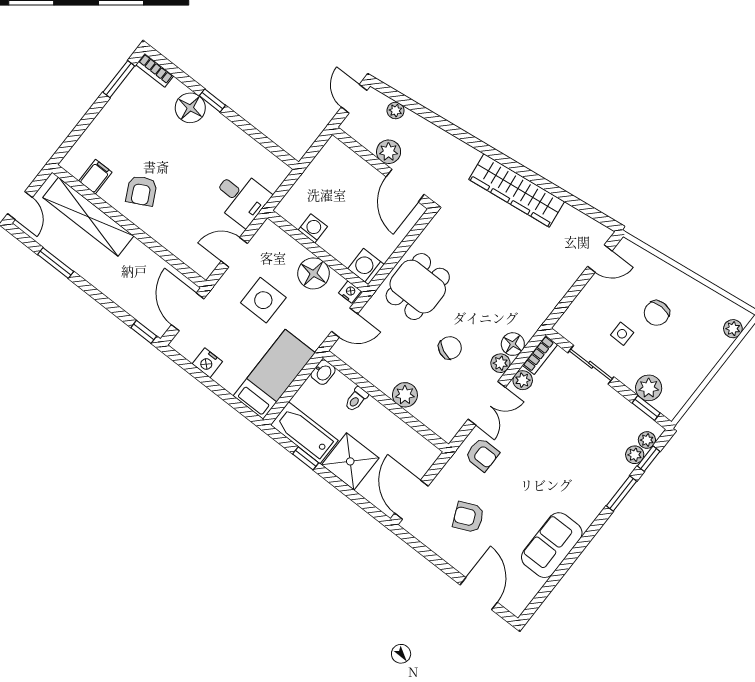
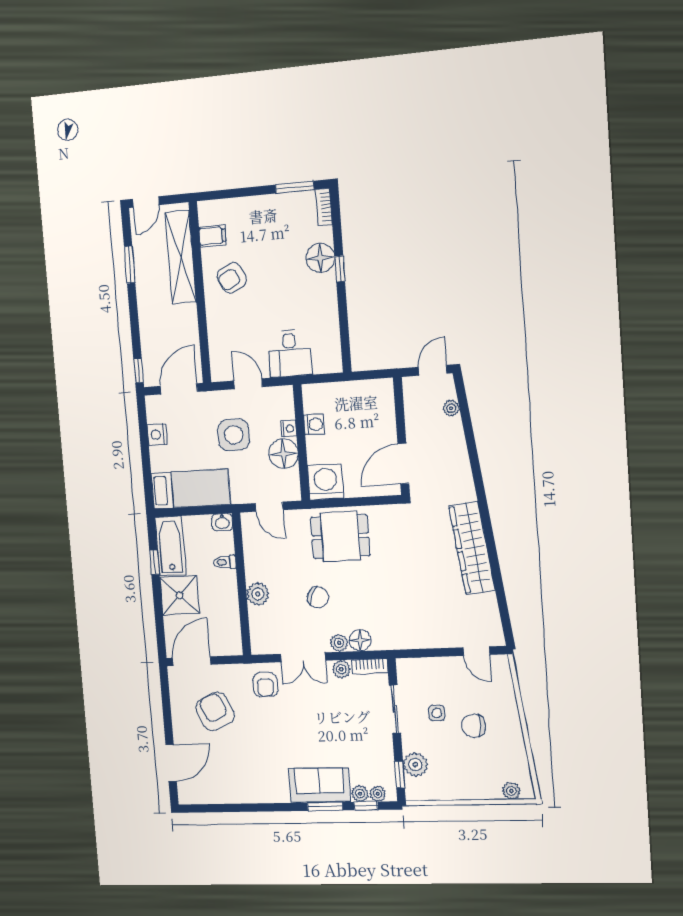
plant: (389, 152) -> (417, 430), removed
washing machine: (366, 267) -> (326, 482), width x1.37, depth x1.37
nightstand: (350, 292) -> (289, 429), moved
armchair: (468, 517) -> (215, 712), width x1.38, depth x1.38
sofa: (552, 545) -> (319, 785), moved

